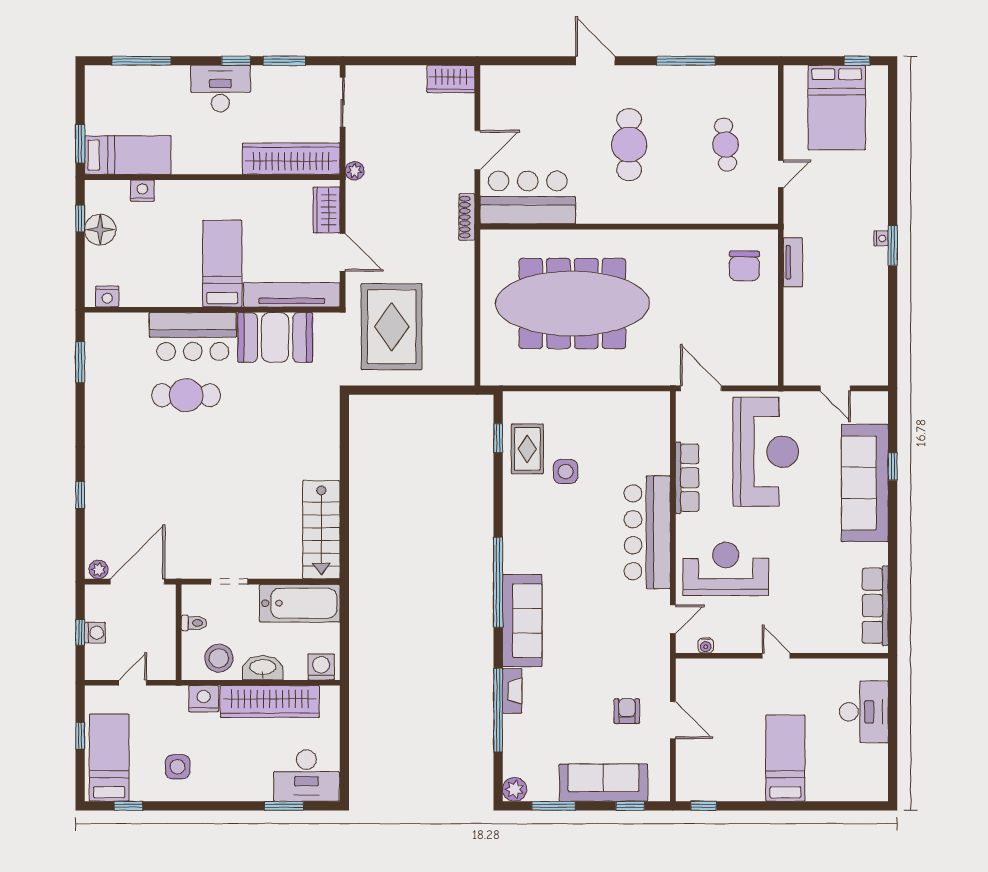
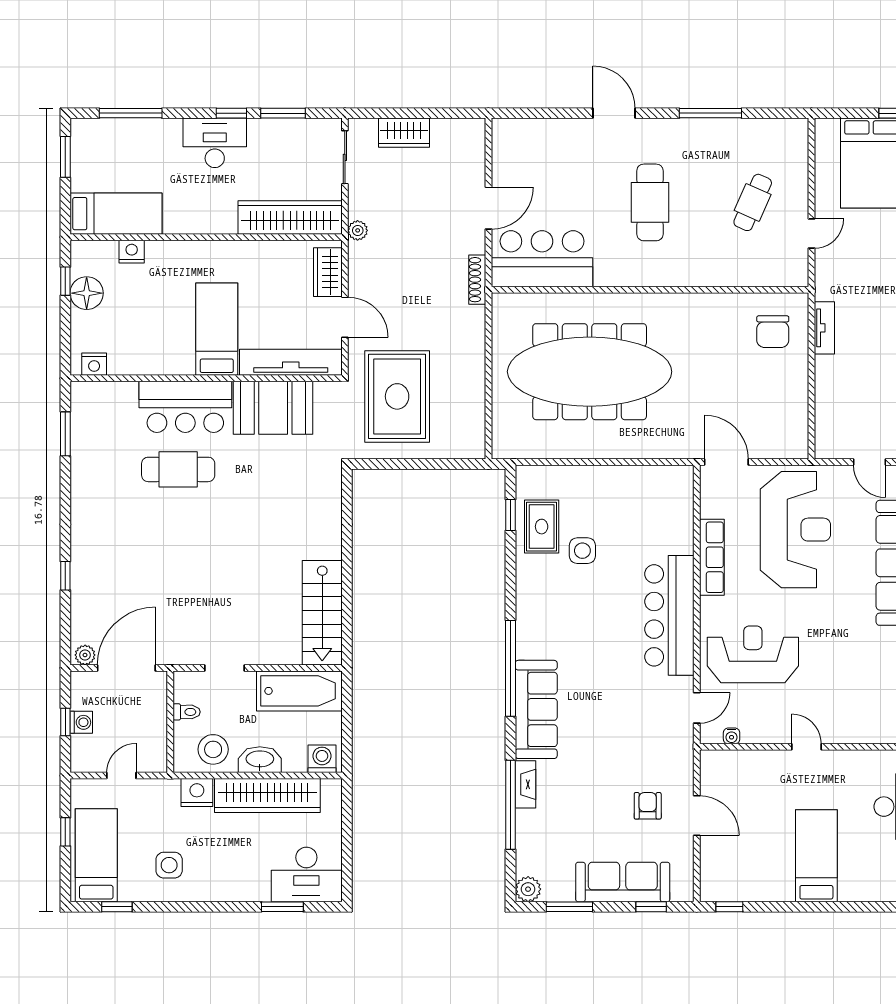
wardrobe: (451, 79) -> (404, 133), moved
window: (80, 144) -> (65, 157), moved
cafe table: (726, 145) -> (753, 202), turned 30

